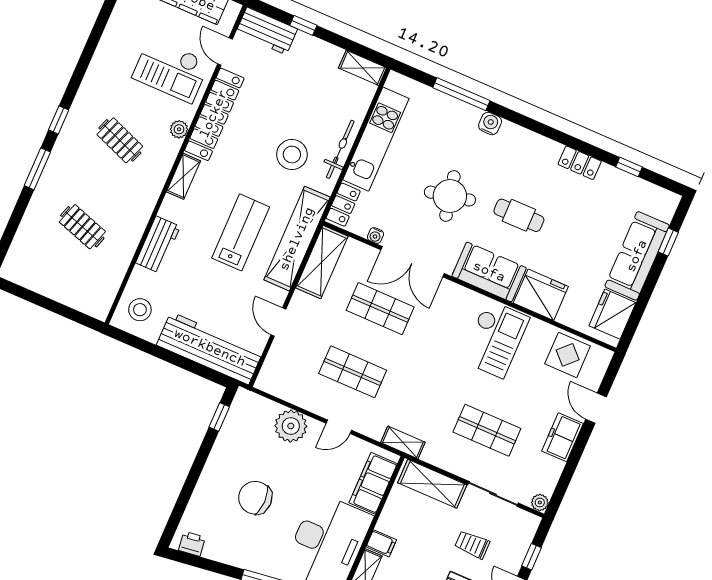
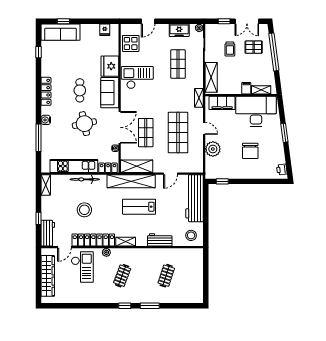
stool: (292, 155) -> (84, 210), moved
locker: (580, 163) -> (46, 91), moved, width x1.53
sofa: (637, 256) -> (60, 32), moved
fridge: (612, 314) -> (105, 30), width x0.53, depth x0.75
shop shelf: (353, 372) -> (178, 133), width x1.43, depth x1.36
freezer: (563, 437) -> (179, 30), moved

